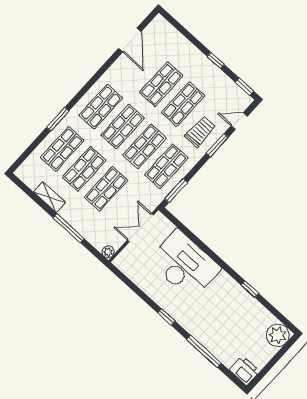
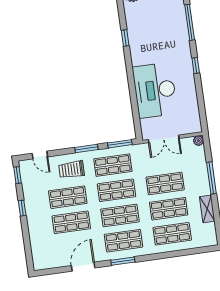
door: (130, 40) -> (83, 267), moved
window: (58, 119) -> (123, 261), moved
window: (217, 145) -> (86, 149), moved

